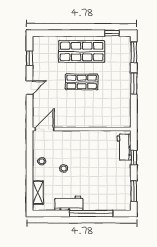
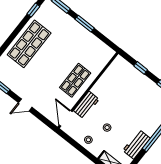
shop shelf: (82, 82) -> (75, 80), moved
door: (30, 88) -> (25, 105), swing flipped
workbench: (124, 147) -> (86, 105), moved, turned -90

